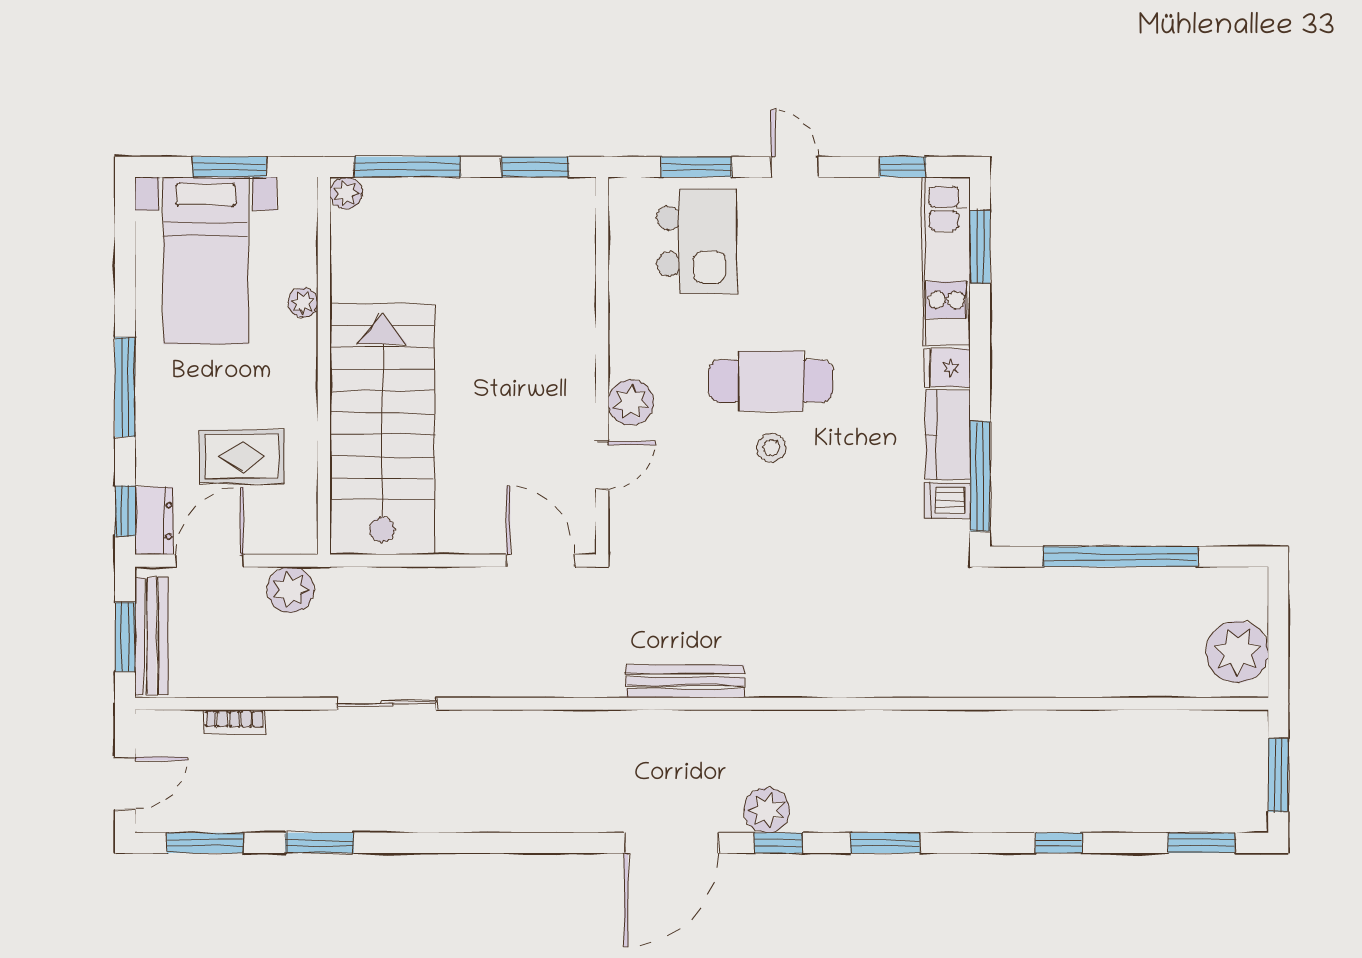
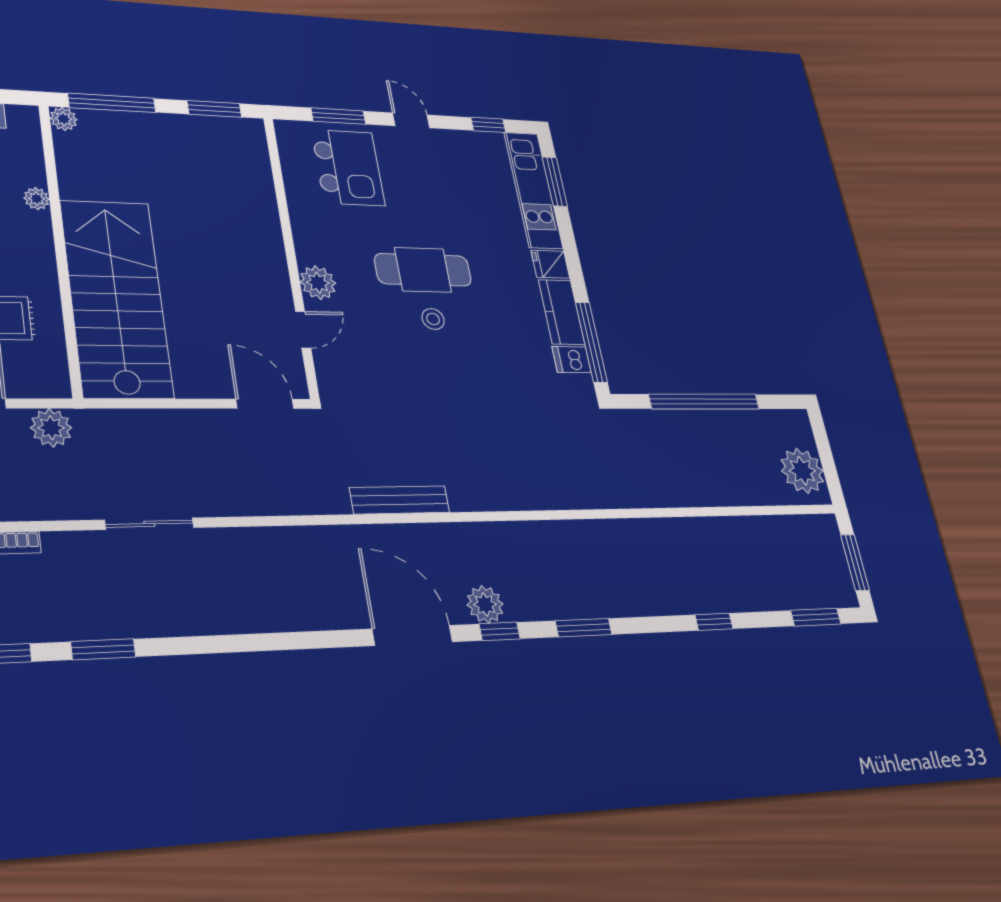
door: (671, 843) -> (413, 635), swing flipped

